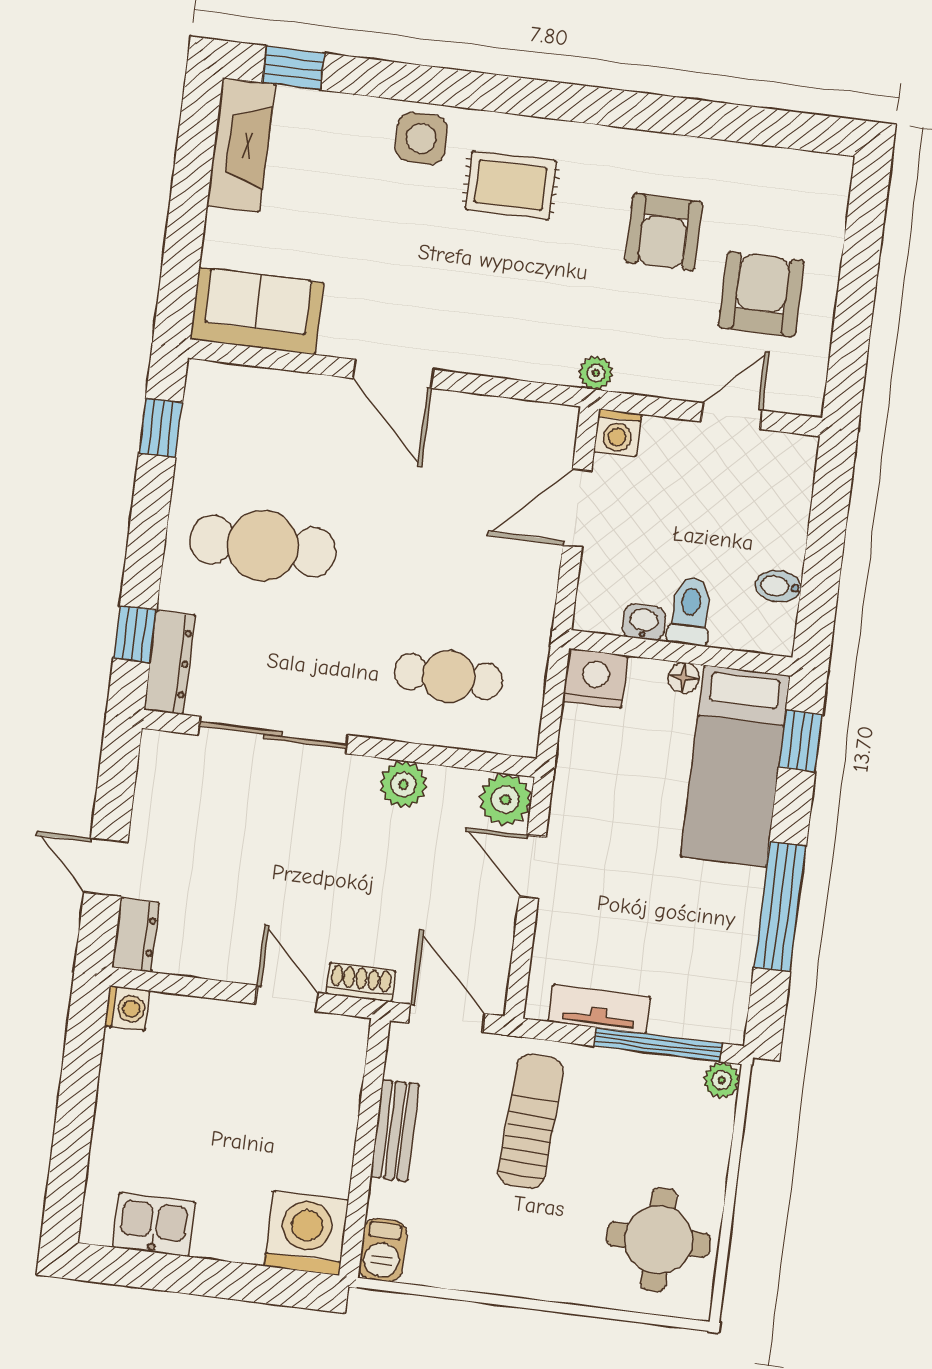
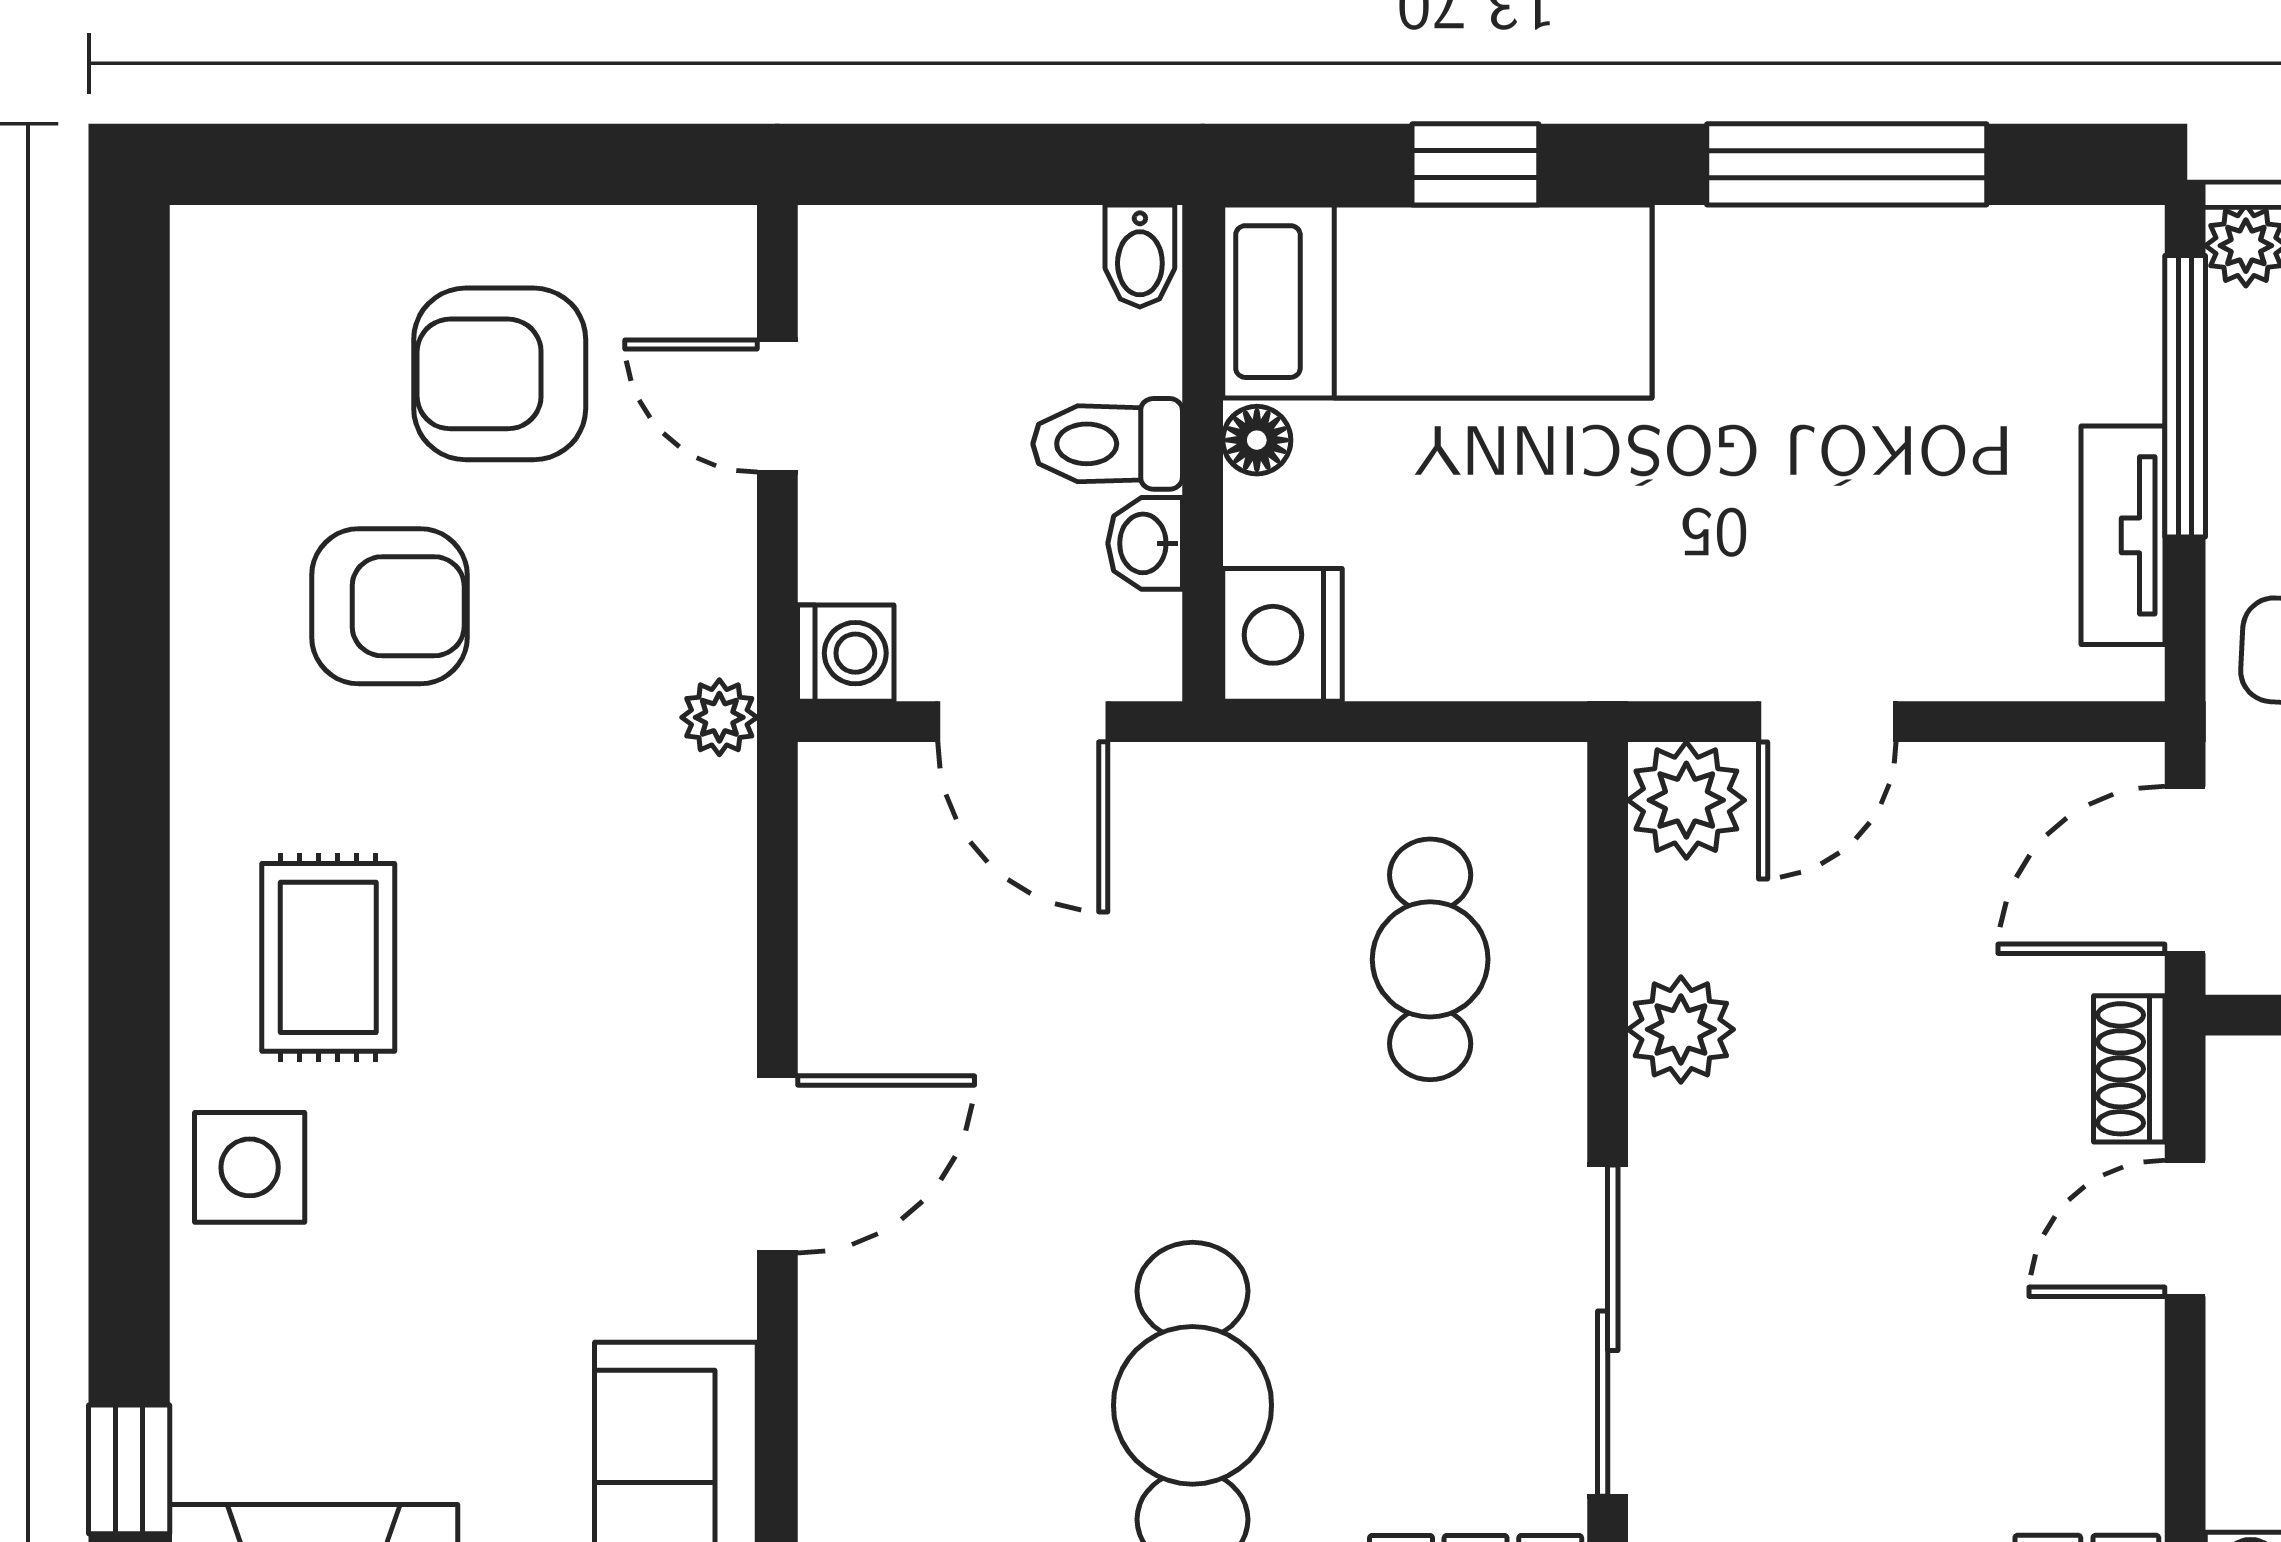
toilet: (690, 611) -> (1108, 444), moved
washbasin: (644, 622) -> (1145, 543), moved
wall: (681, 653) -> (1203, 453), moved
nightstand: (595, 678) -> (1282, 635), moved
floor lamp: (684, 678) -> (1257, 440), moved
bed: (735, 766) -> (1437, 302), moved

